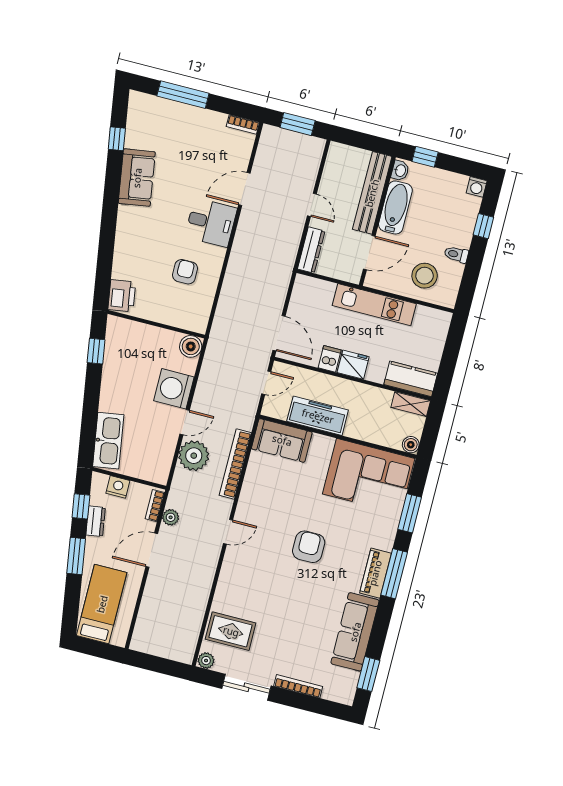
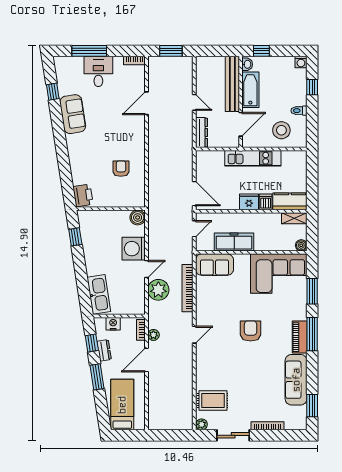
desk: (211, 223) -> (98, 71), moved, turned -90
dishwasher: (330, 359) -> (266, 202), moved

